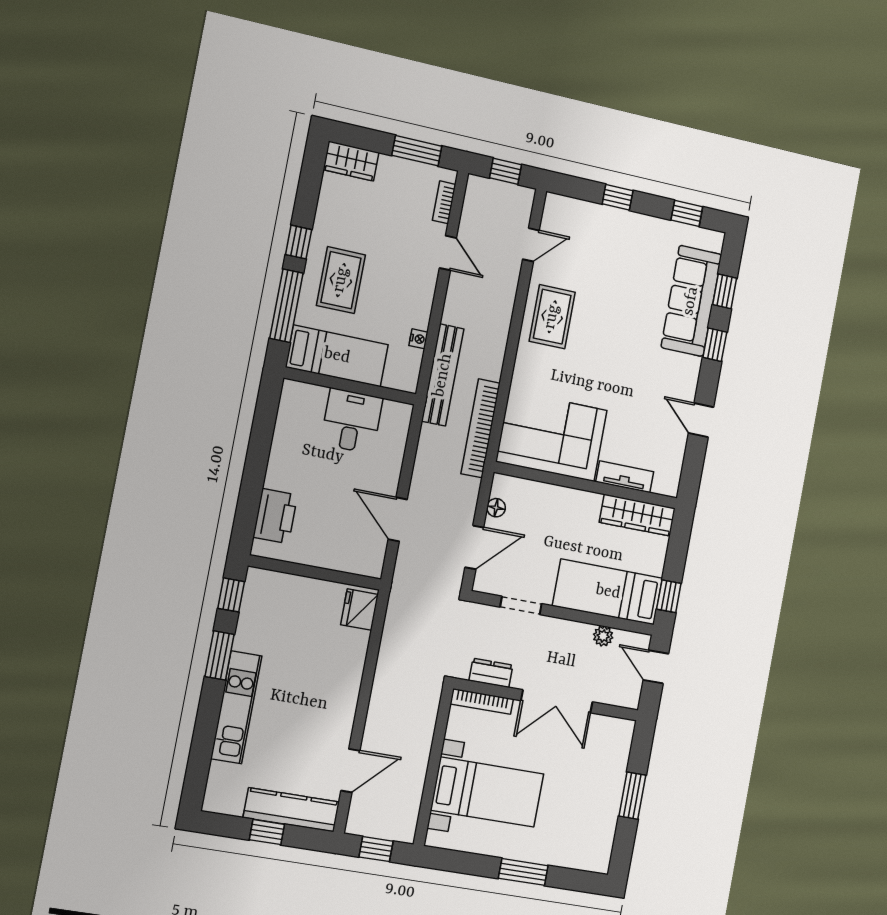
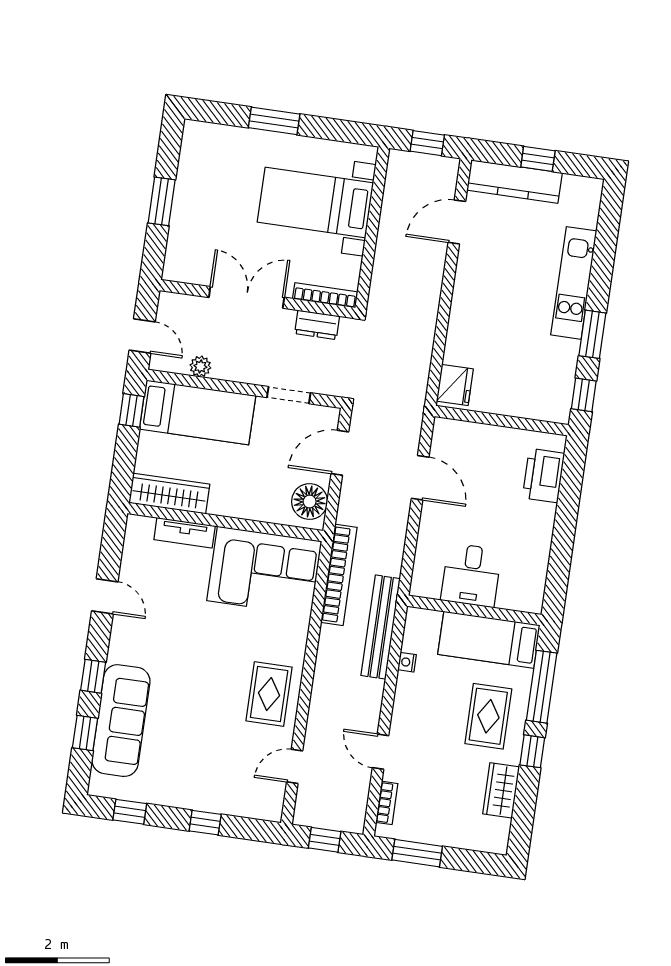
wardrobe: (351, 161) -> (501, 790), moved, turned -90
floor lamp: (496, 508) -> (310, 501), width x1.89, depth x1.89

